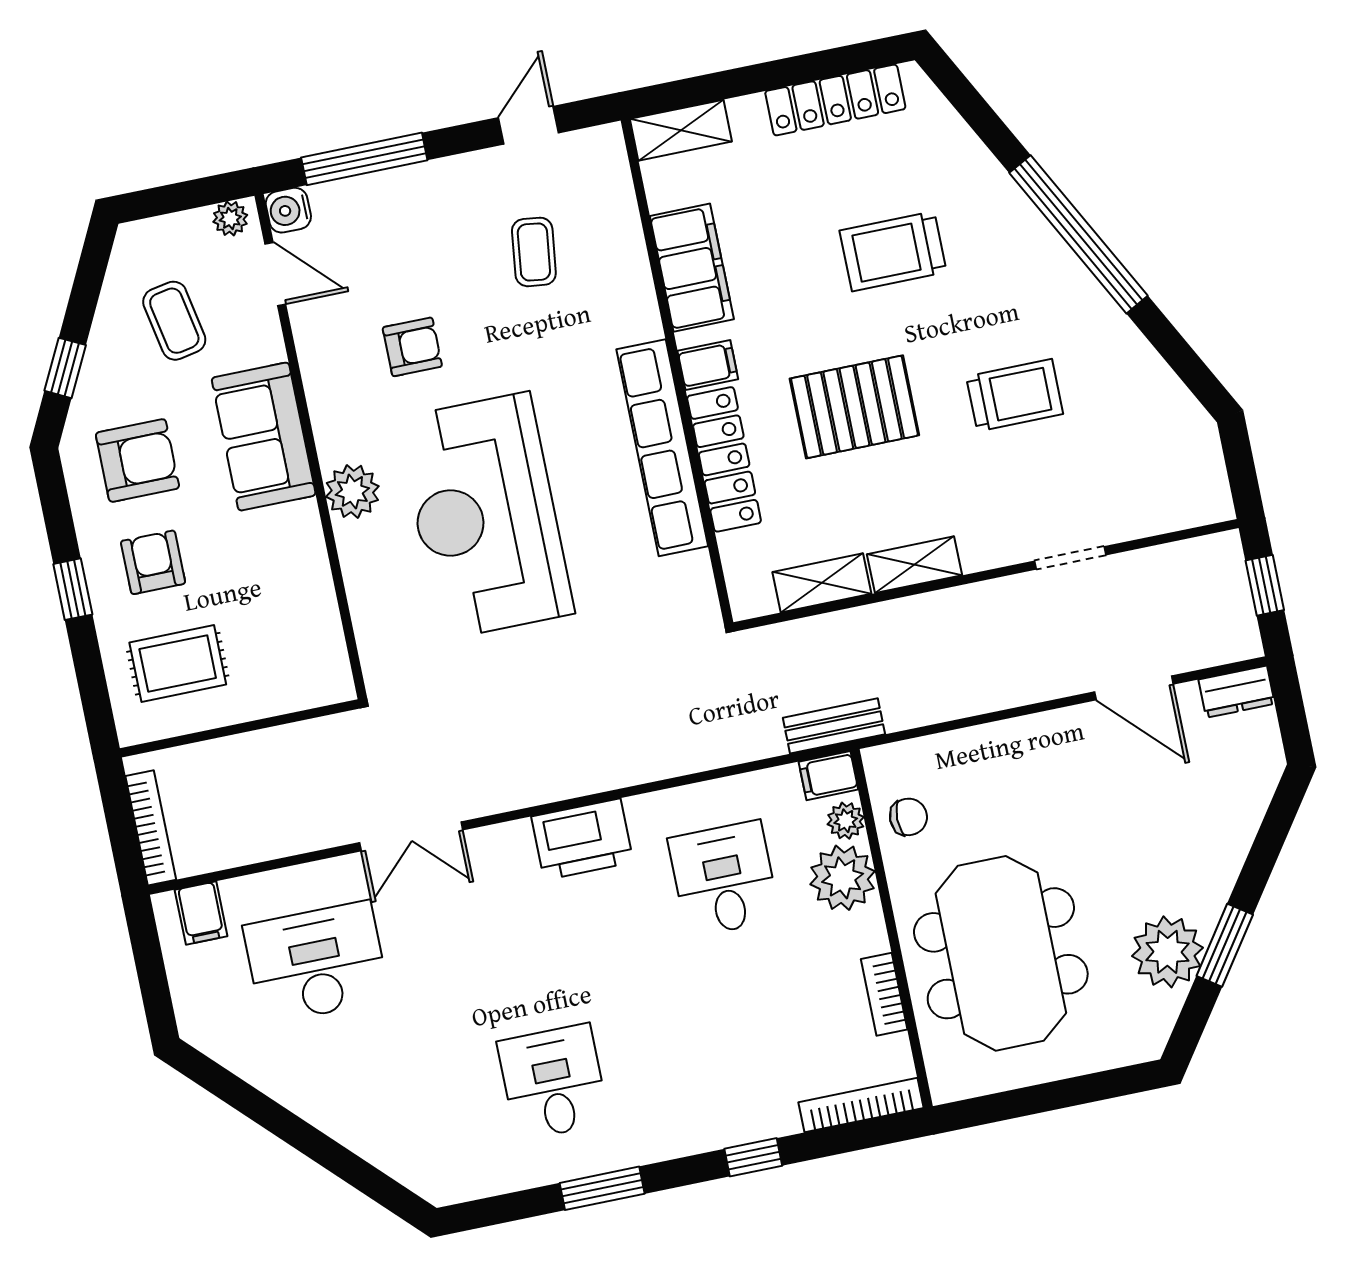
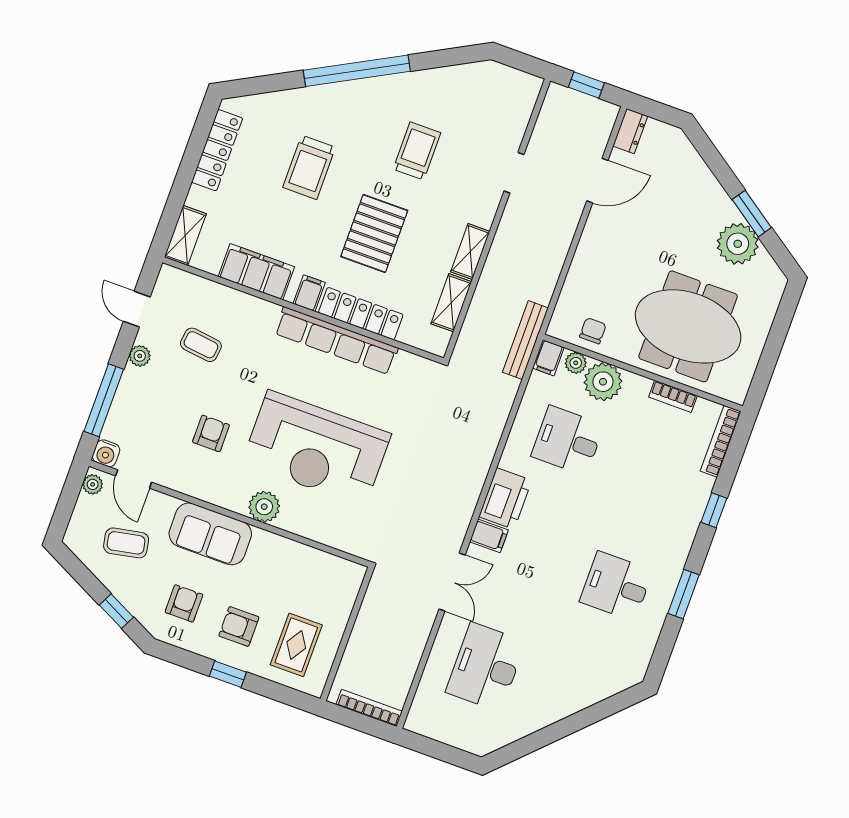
plant: (462, 172) -> (140, 356), added
door: (275, 274) -> (134, 479), swing flipped
armchair: (137, 460) -> (184, 603), width x0.72, depth x0.72
bench: (834, 726) -> (525, 340), width x1.36
filing cabinet: (201, 913) -> (489, 536), moved

